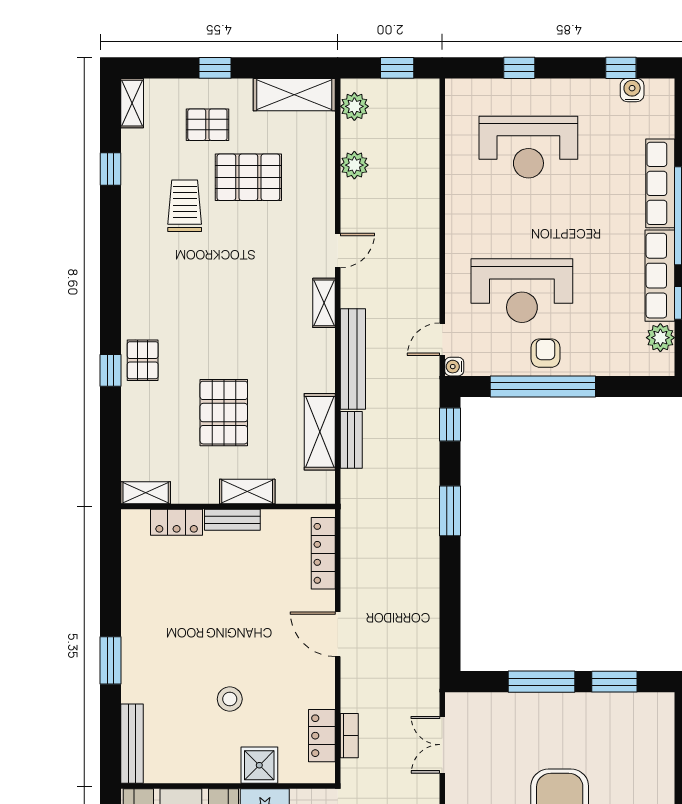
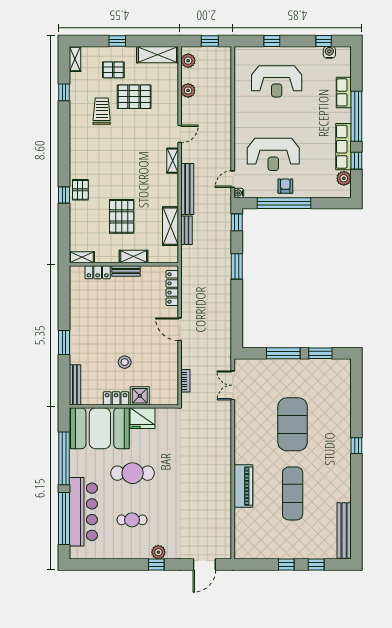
row of seats: (660, 183) -> (344, 92), width x0.68
locker: (322, 736) -> (116, 398), moved, turned 90

